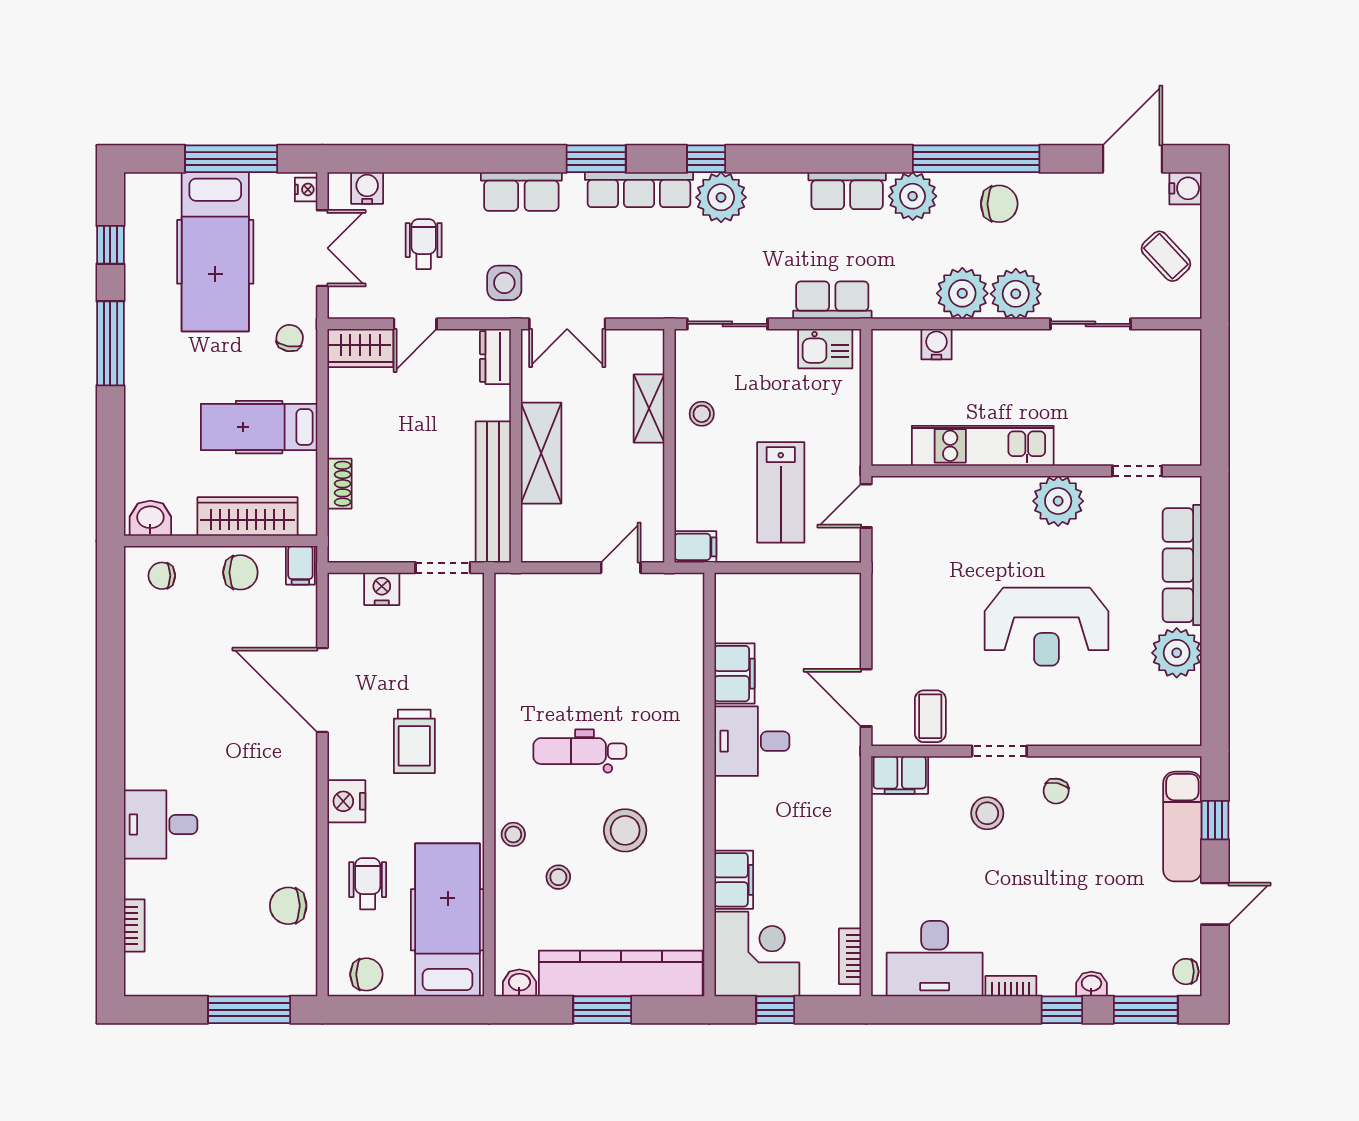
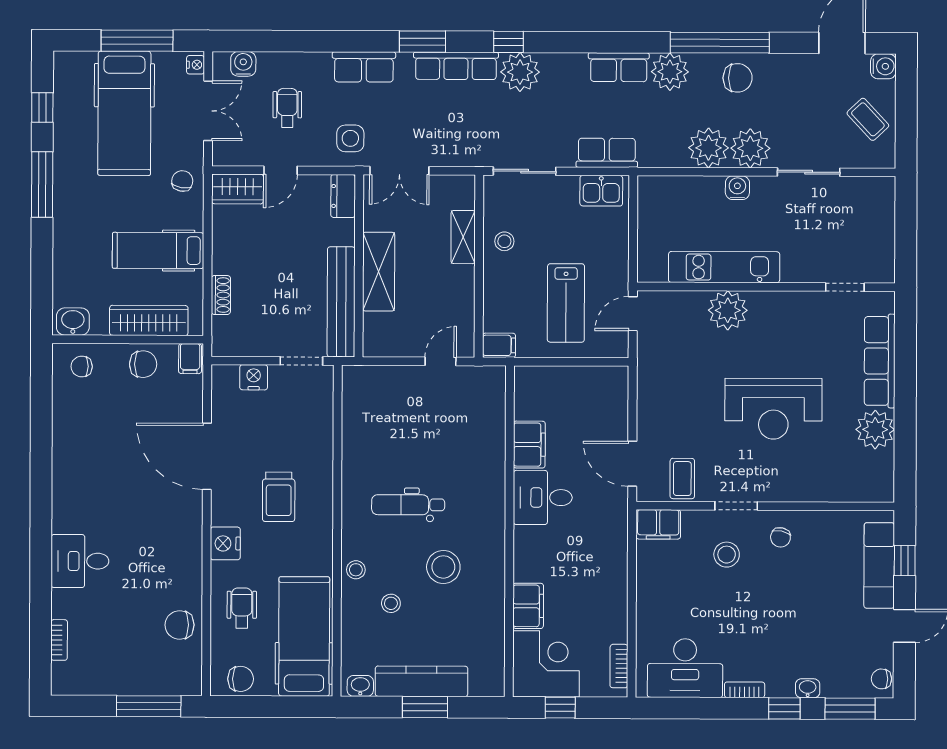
water cooler: (936, 344) -> (737, 188), moved
plant: (1058, 501) -> (728, 310), moved
kitchen counter: (621, 973) -> (422, 681), width x0.72, depth x0.86

